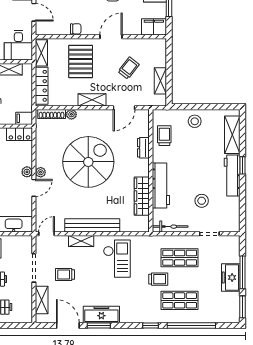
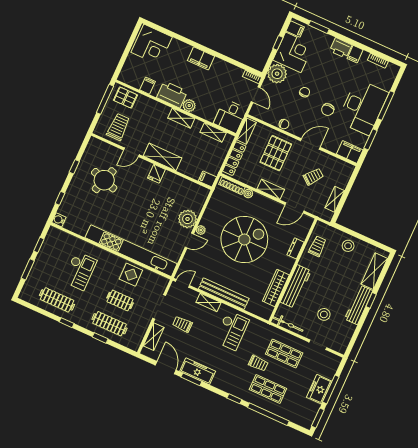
locker: (19, 134) -> (198, 190), removed
plant: (27, 172) -> (187, 219), width x1.88, depth x1.88

